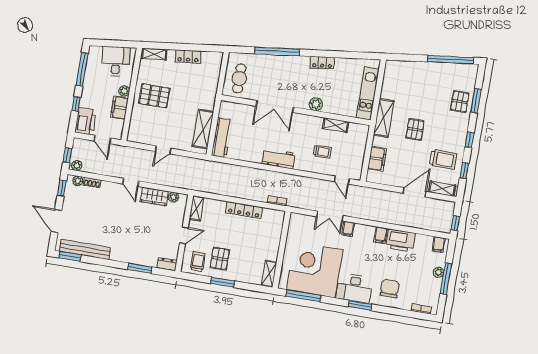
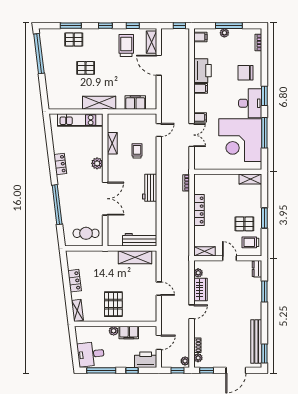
desk: (116, 61) -> (91, 354), moved
pallet: (415, 129) -> (86, 68), moved
window: (303, 296) -> (264, 133), moved

